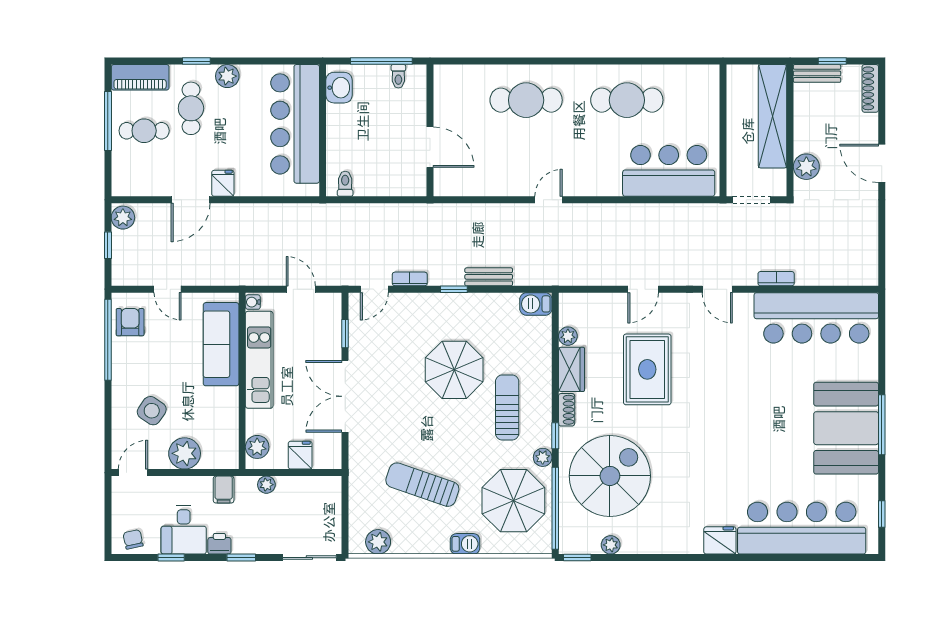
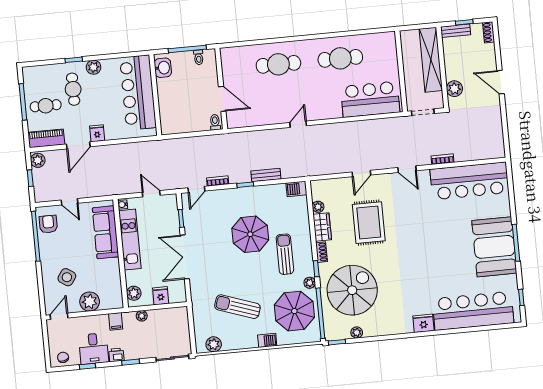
piano: (140, 77) -> (46, 138), moved, turned 180
shoe rack: (870, 88) -> (489, 32), width x0.70
toilet: (345, 184) -> (215, 122), moved

